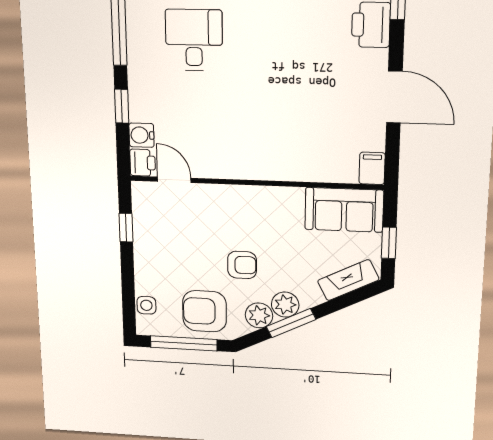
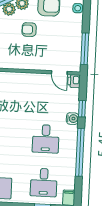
water cooler: (141, 135) -> (72, 119), moved
window: (126, 228) -> (85, 49), width x2.17

